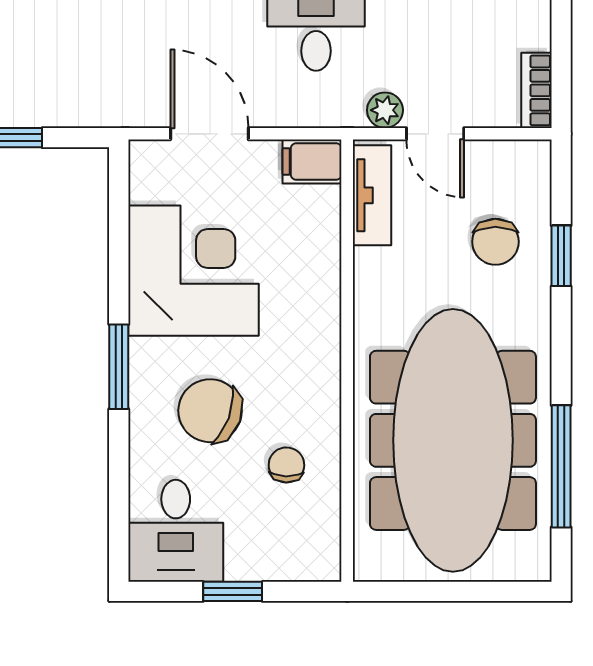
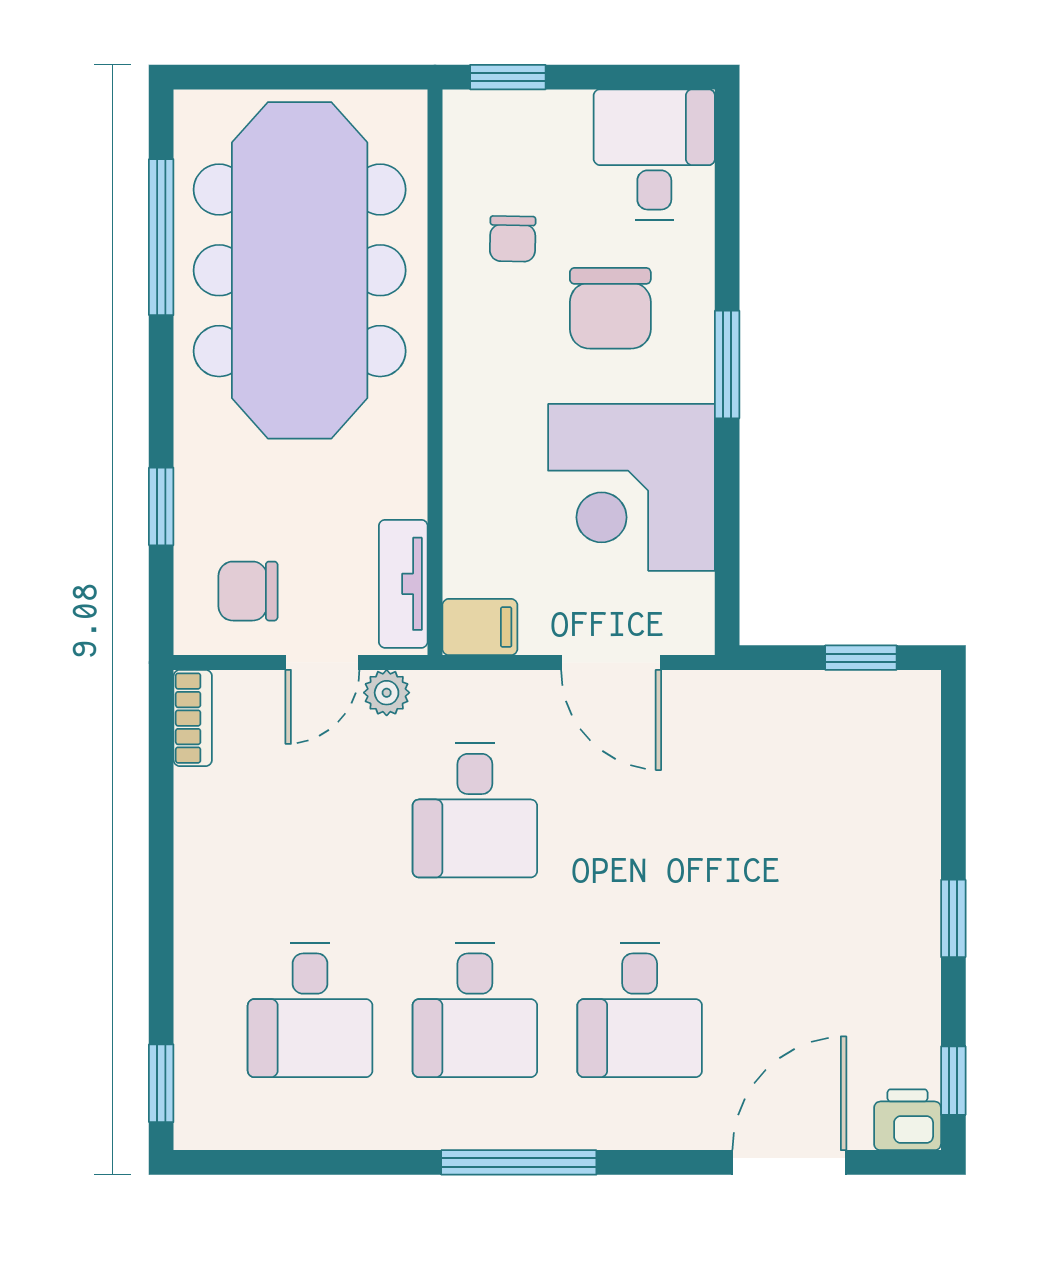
door: (435, 134) -> (322, 663), swing flipped
chair: (495, 242) -> (248, 591), moved, turned -90
chair: (210, 411) -> (610, 308), turned 70
window: (233, 591) -> (508, 77), moved

